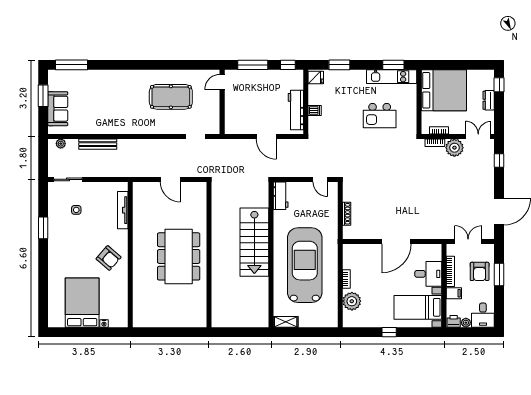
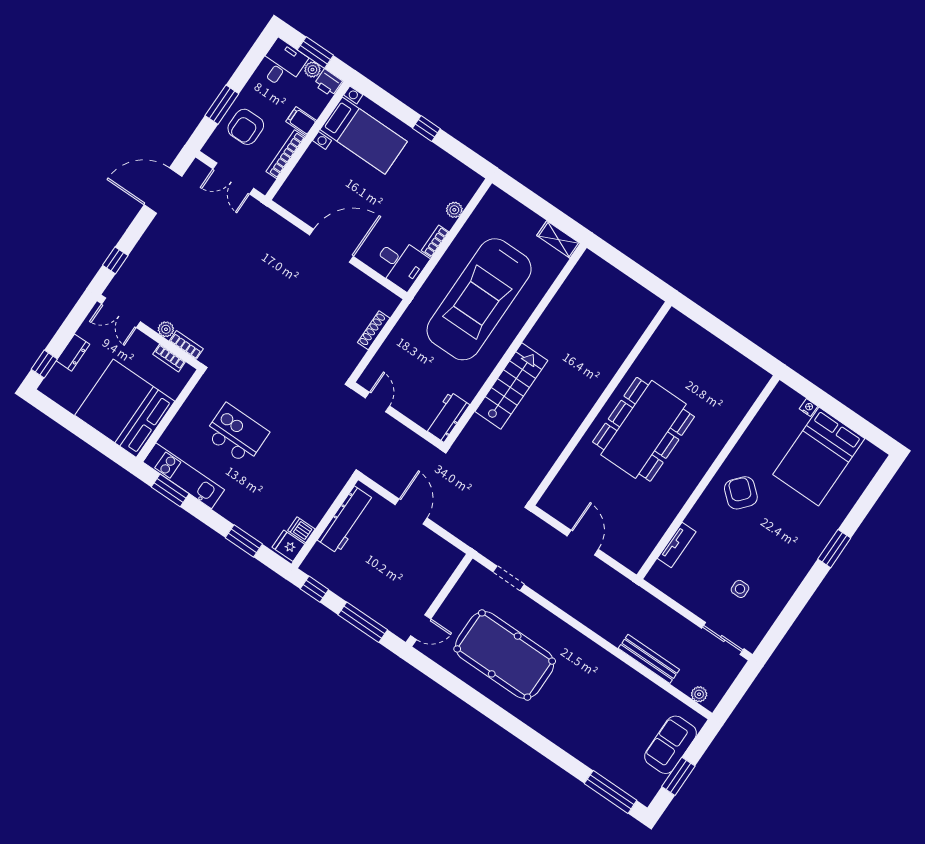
pool table: (171, 97) -> (505, 655), width x1.36, depth x1.32
dishwasher: (315, 111) -> (301, 530), moved
plant: (454, 148) -> (166, 329), width x0.53, depth x0.53
tv unit: (123, 210) -> (677, 545), width x0.71
window: (43, 228) -> (834, 549), moved
stairs: (254, 242) -> (511, 386), width x0.73, depth x0.66
armchair: (480, 271) -> (246, 127), turned 180
desk: (428, 274) -> (401, 263), moved, turned 180
plant: (352, 301) -> (454, 210), width x0.53, depth x0.53
window: (470, 332) -> (315, 52), added

